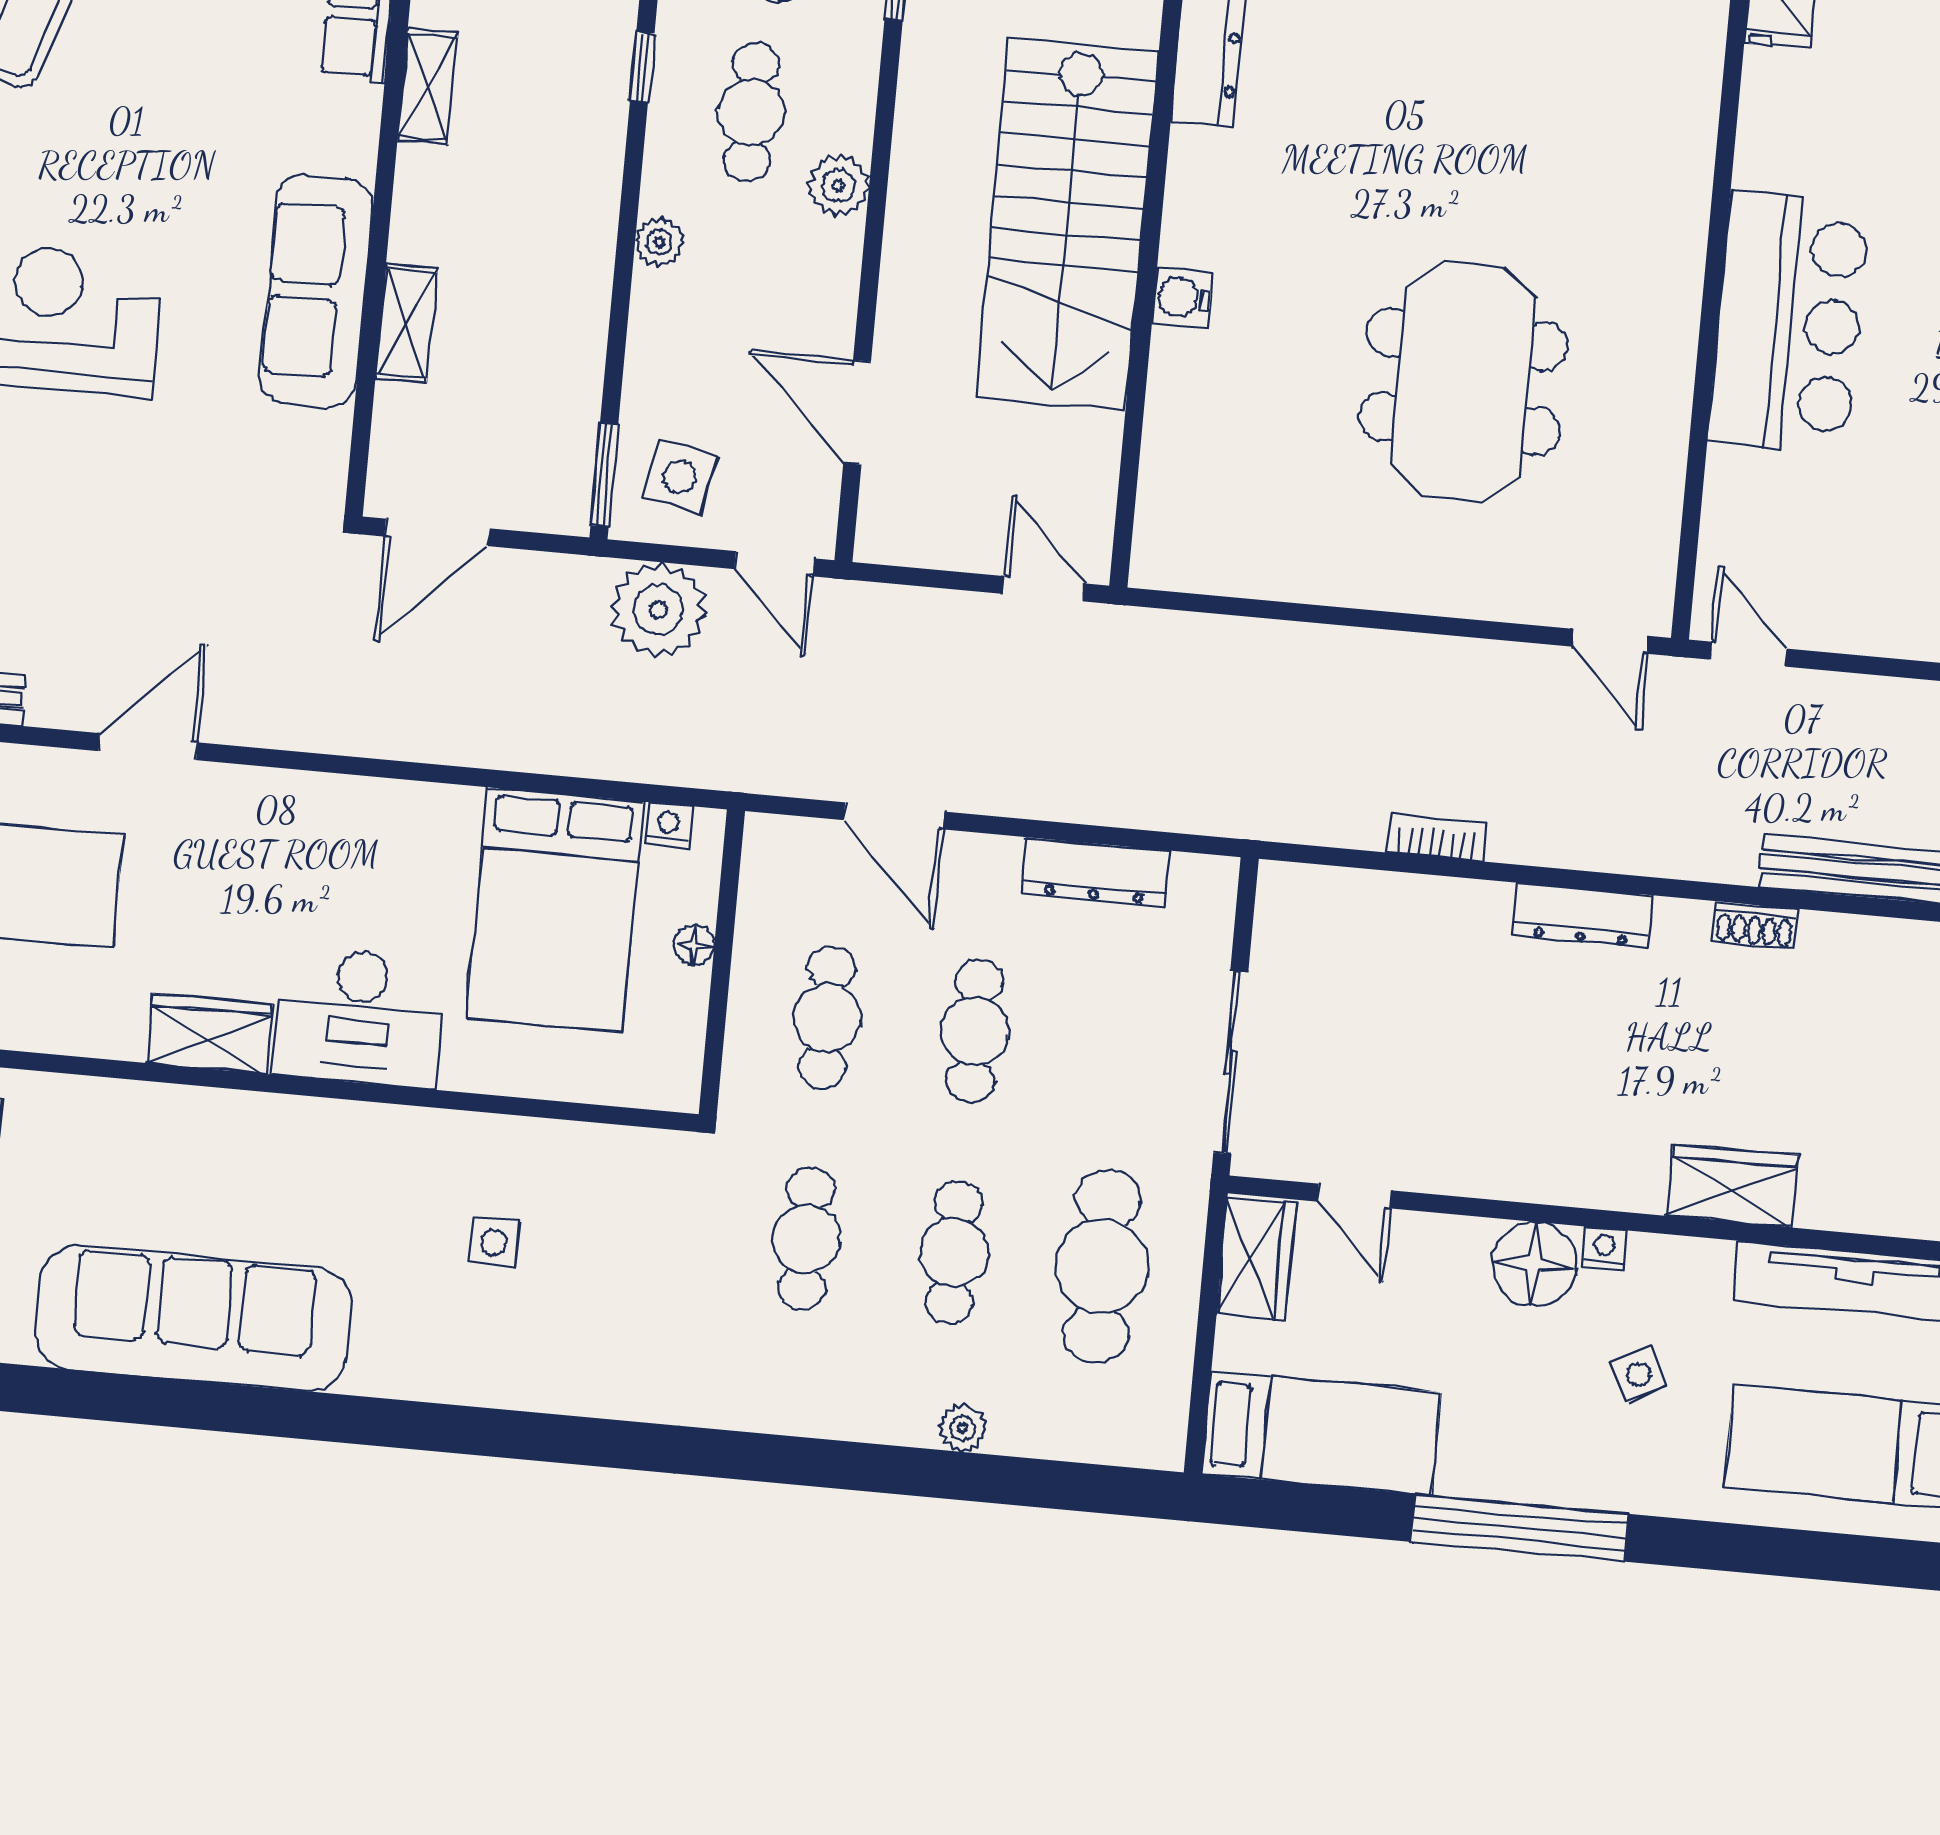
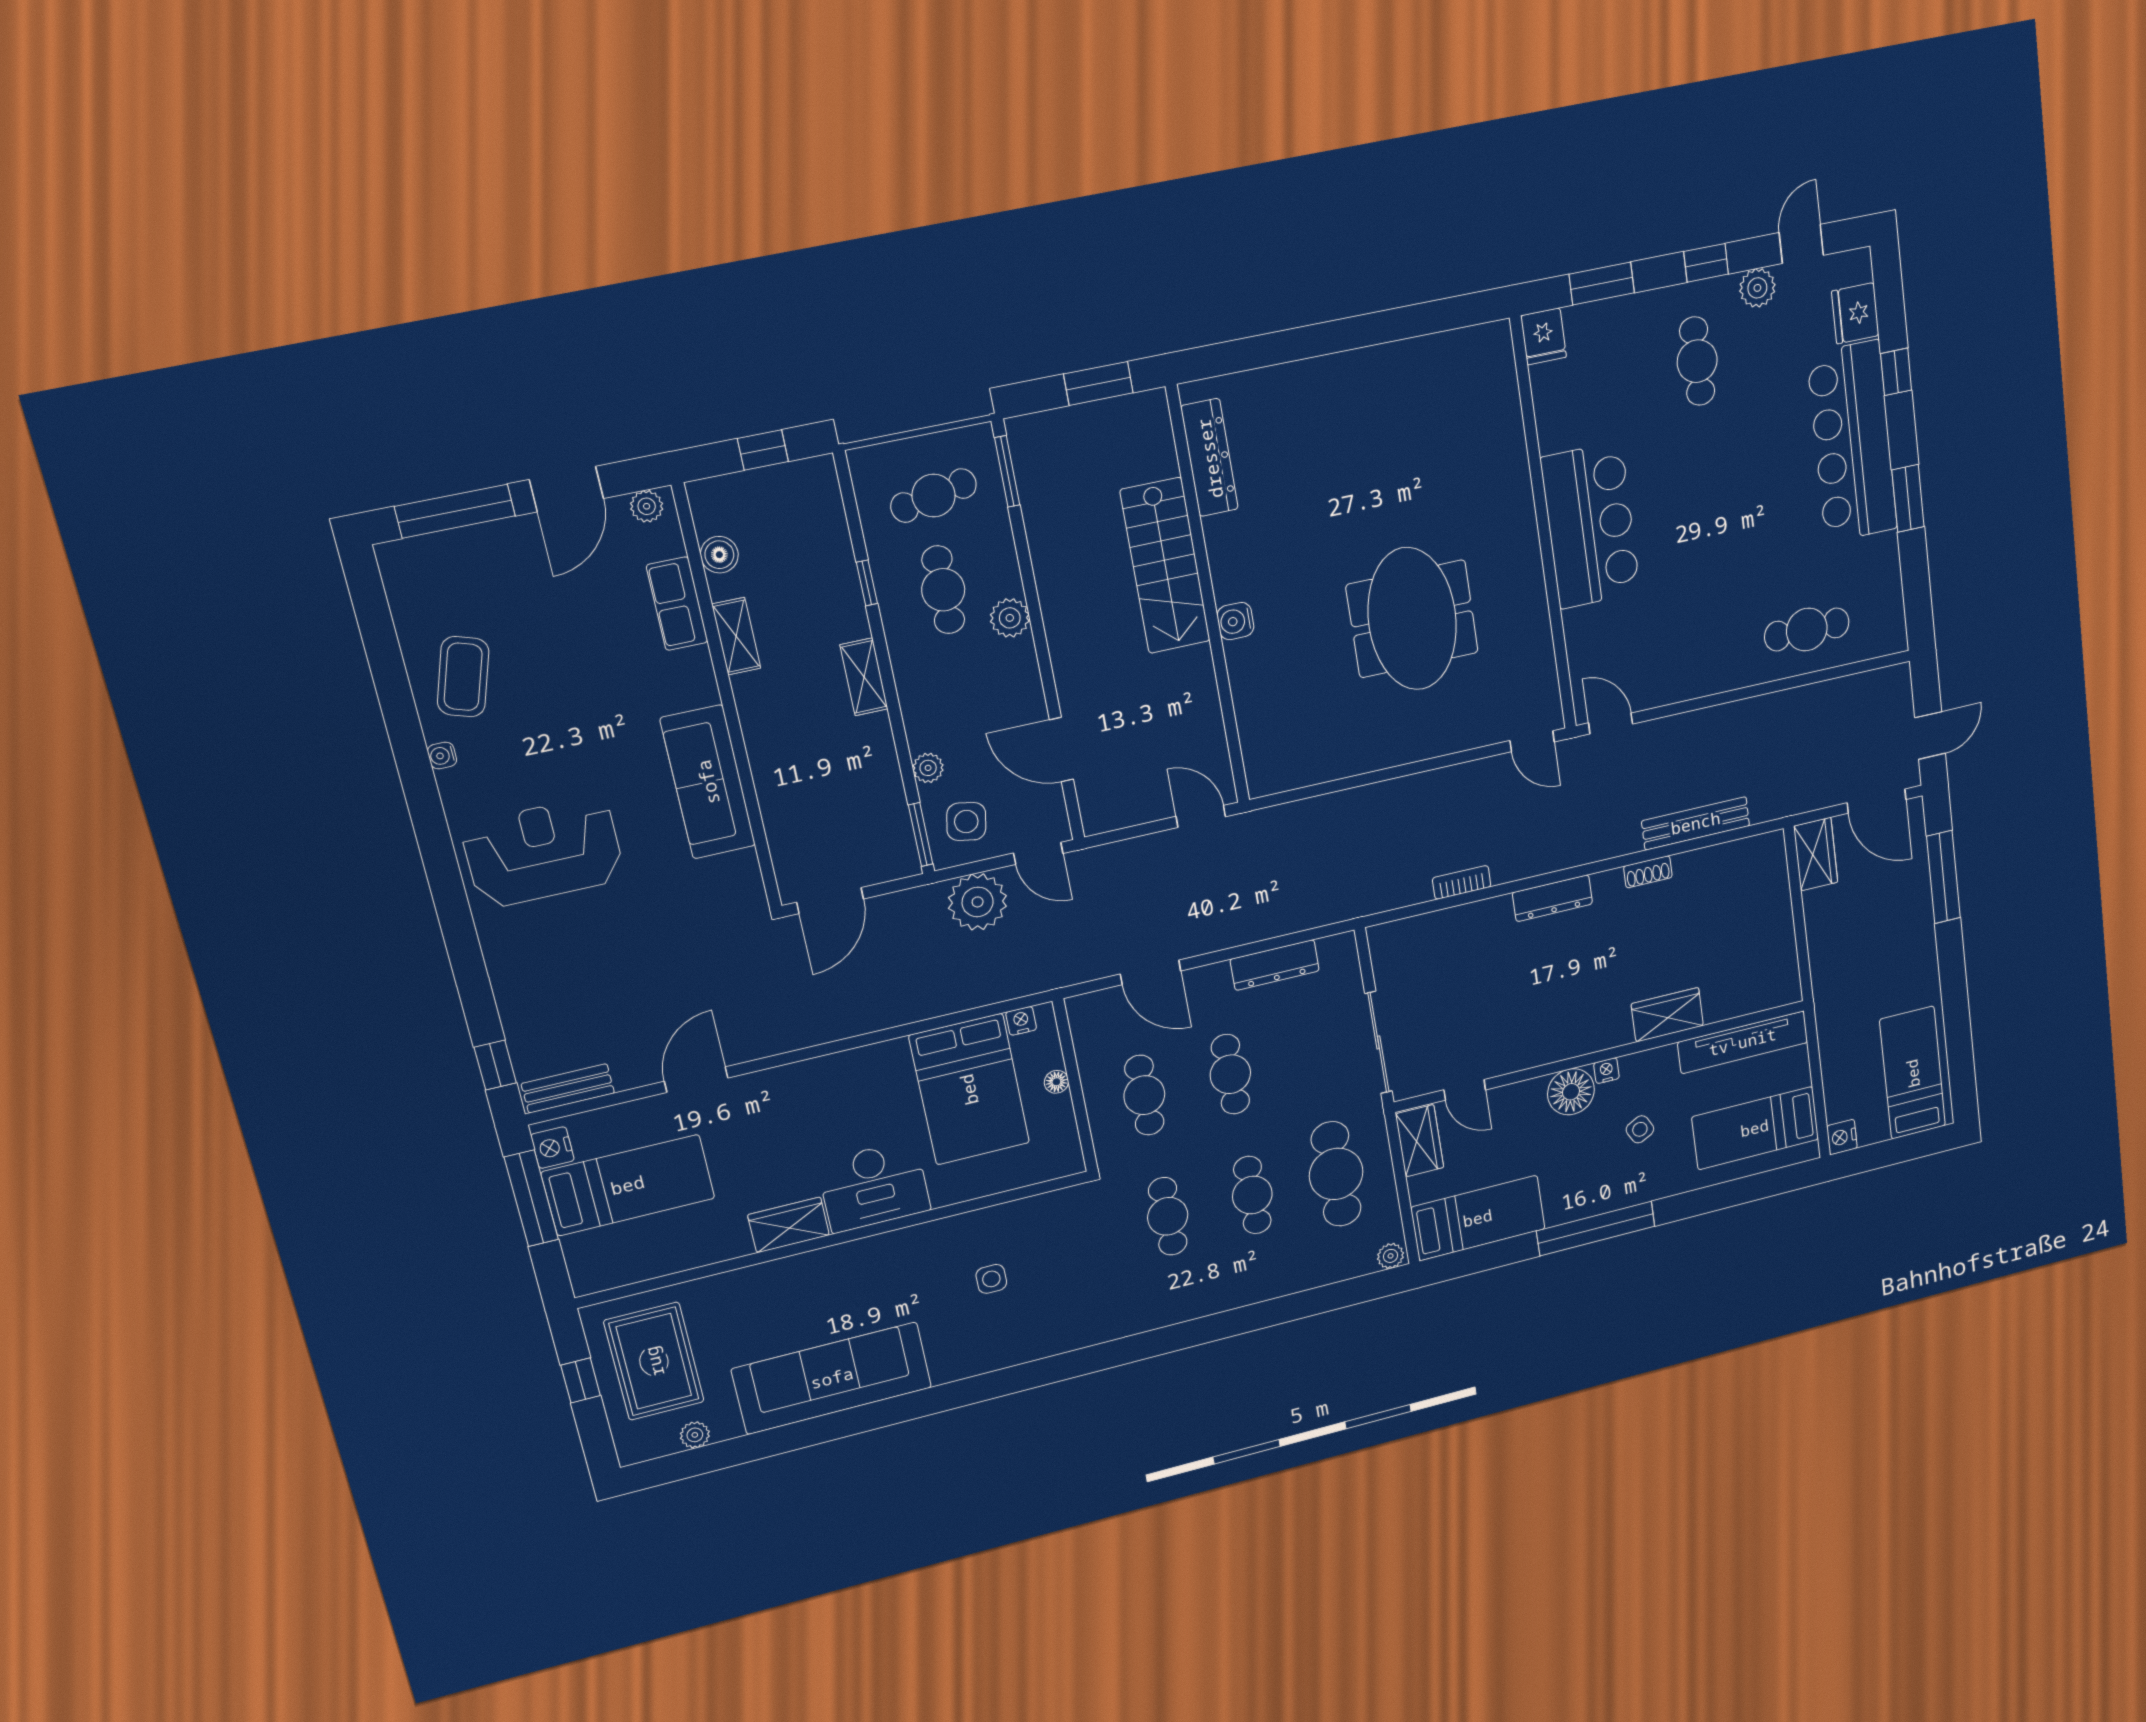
stairs: (1067, 225) -> (1165, 566), width x0.73, depth x0.66
plant: (659, 242) -> (928, 768), moved
shelving: (406, 323) -> (864, 677), moved
plant: (962, 1428) -> (1391, 1256), moved

